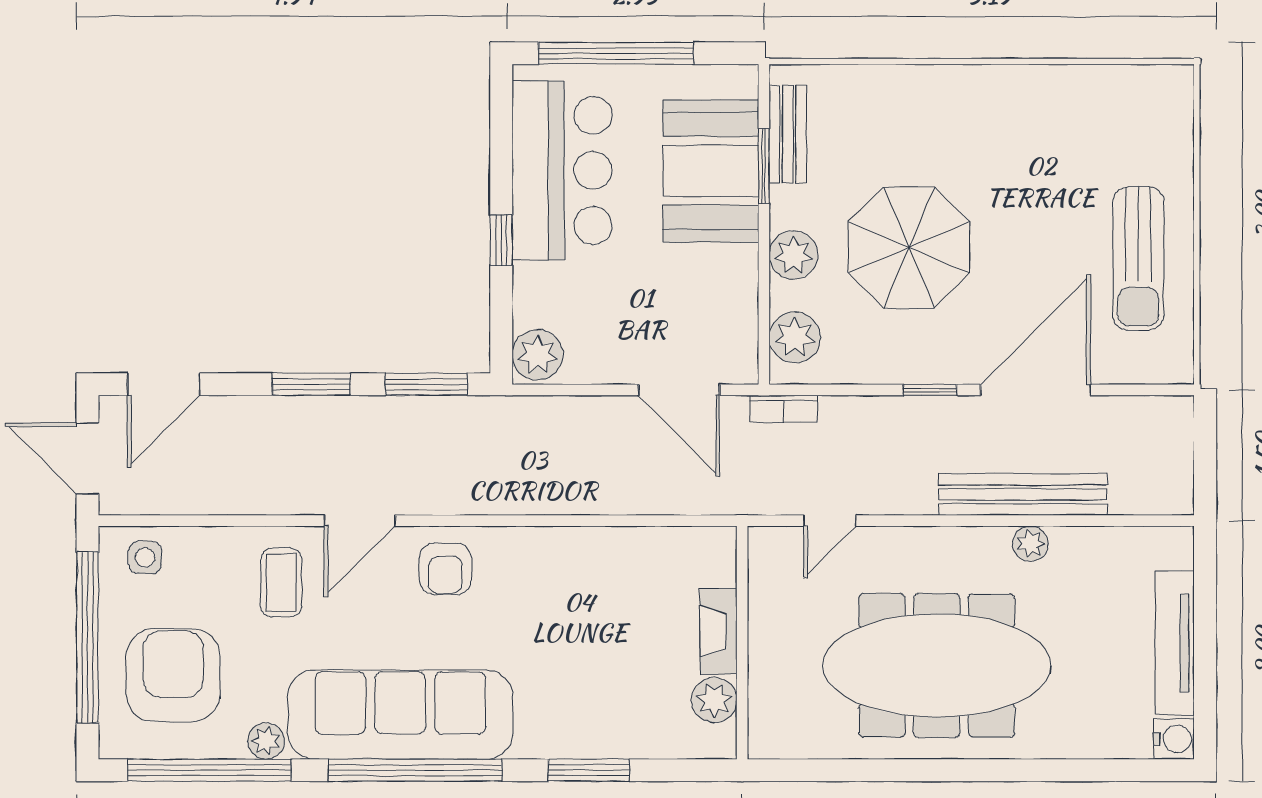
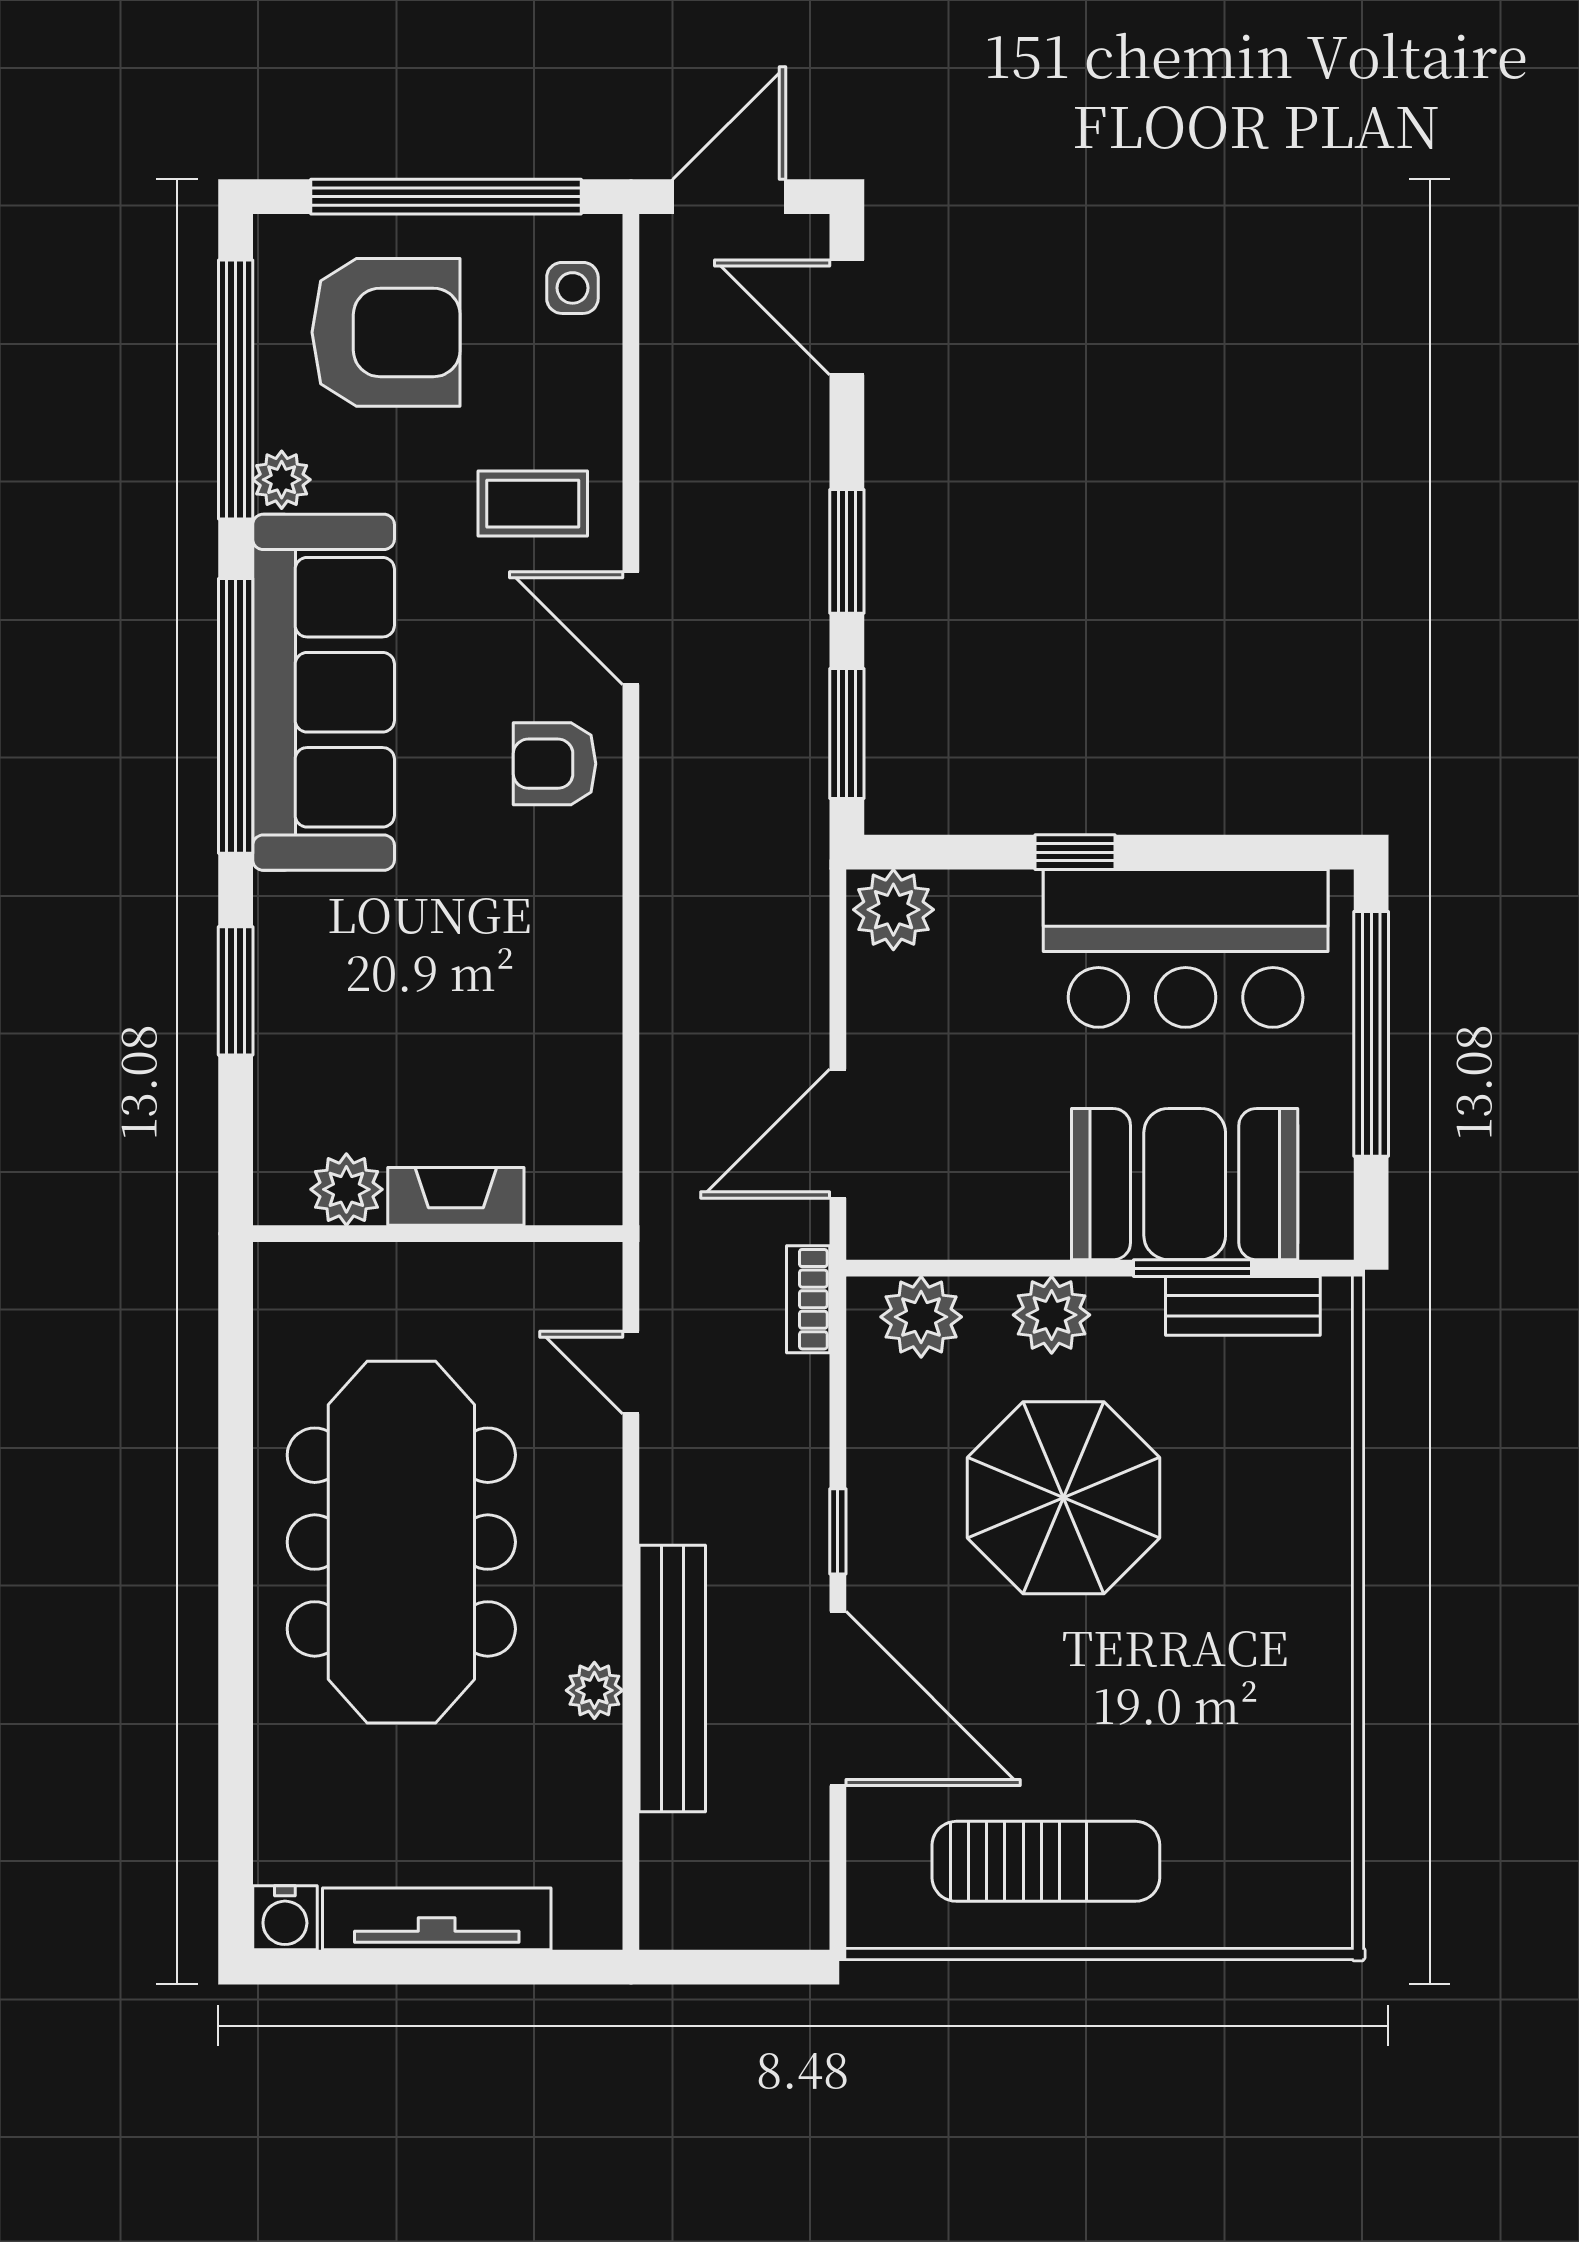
sun lounger: (1138, 259) -> (1046, 1861), turned 180

